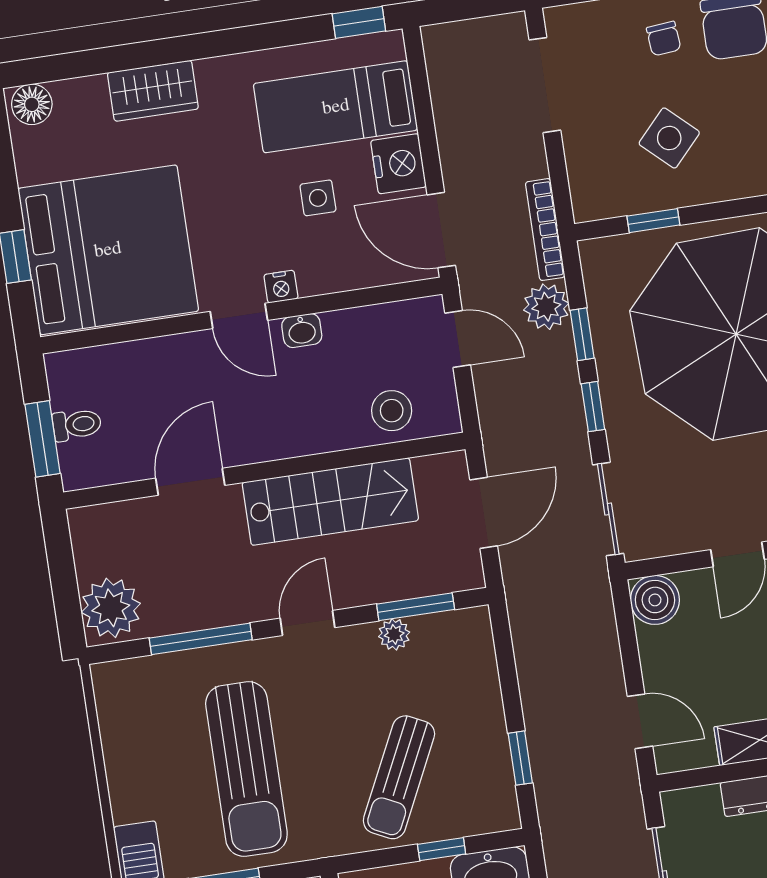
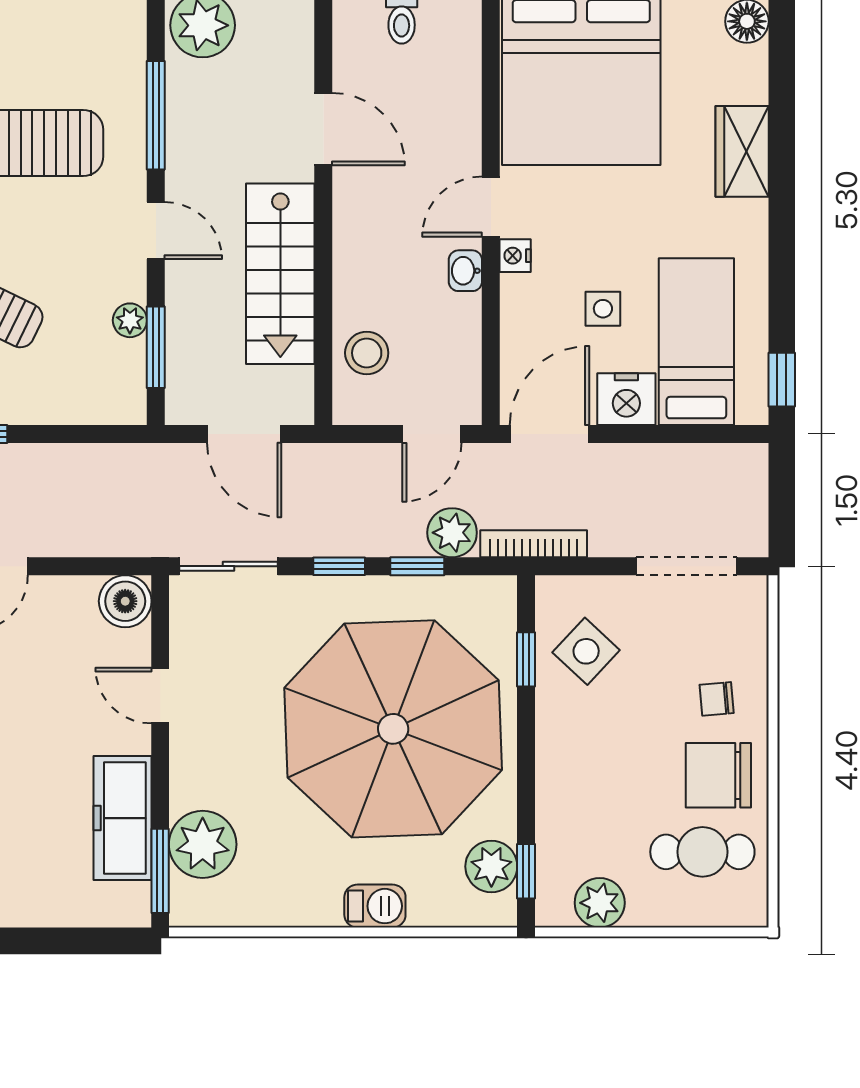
side table: (669, 138) -> (586, 651), moved

